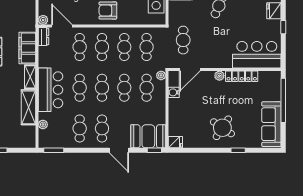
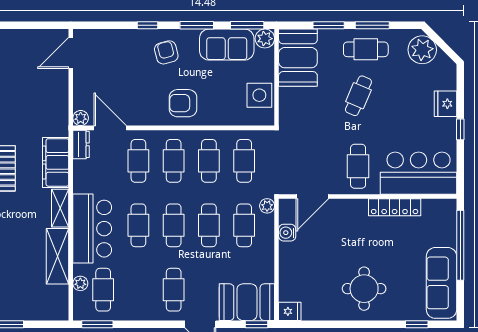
cafe table: (183, 40) -> (358, 166), moved
plant: (219, 76) -> (359, 206), removed
cafe table: (80, 128) -> (103, 290), moved
round table: (222, 128) -> (364, 289), turned -34
window: (238, 150) -> (417, 324), moved

